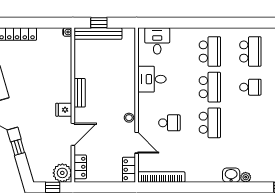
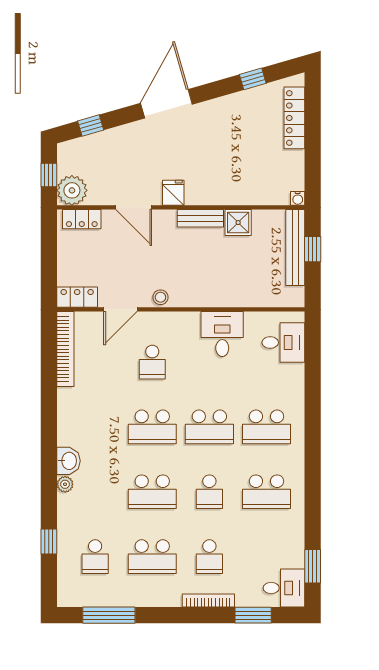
shower: (82, 69) -> (238, 223), added
school desk: (250, 123) -> (152, 492), added
window: (18, 147) -> (91, 126), moved

